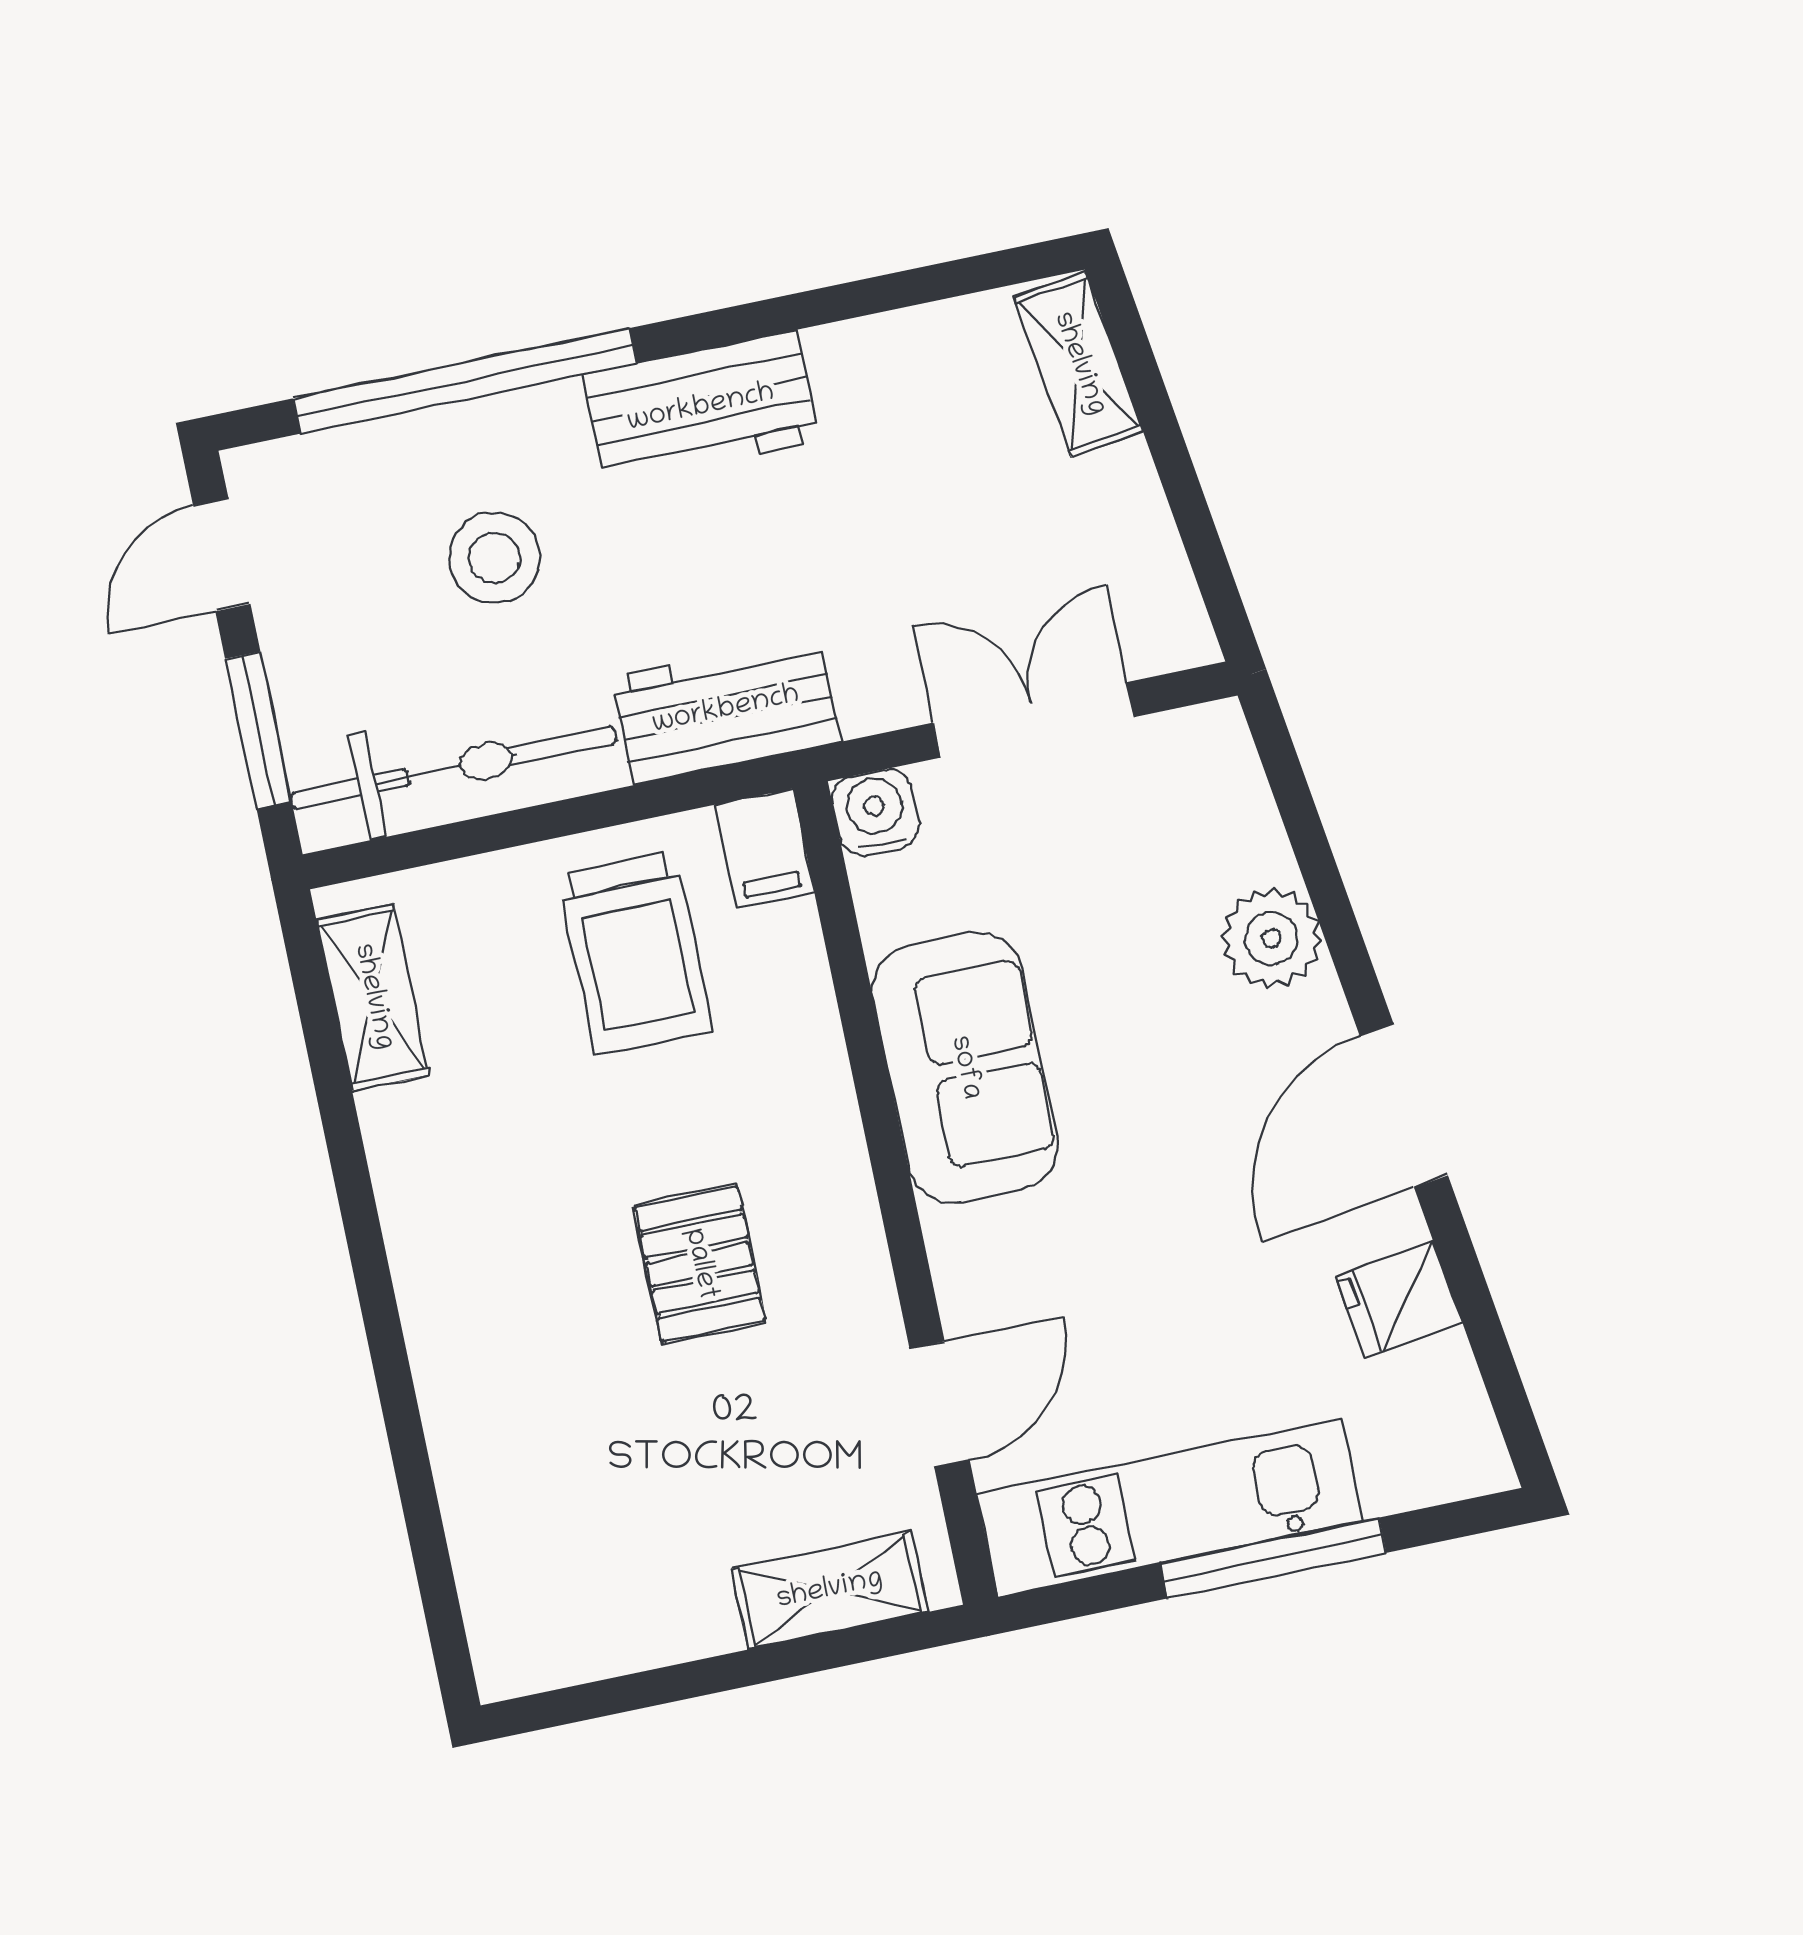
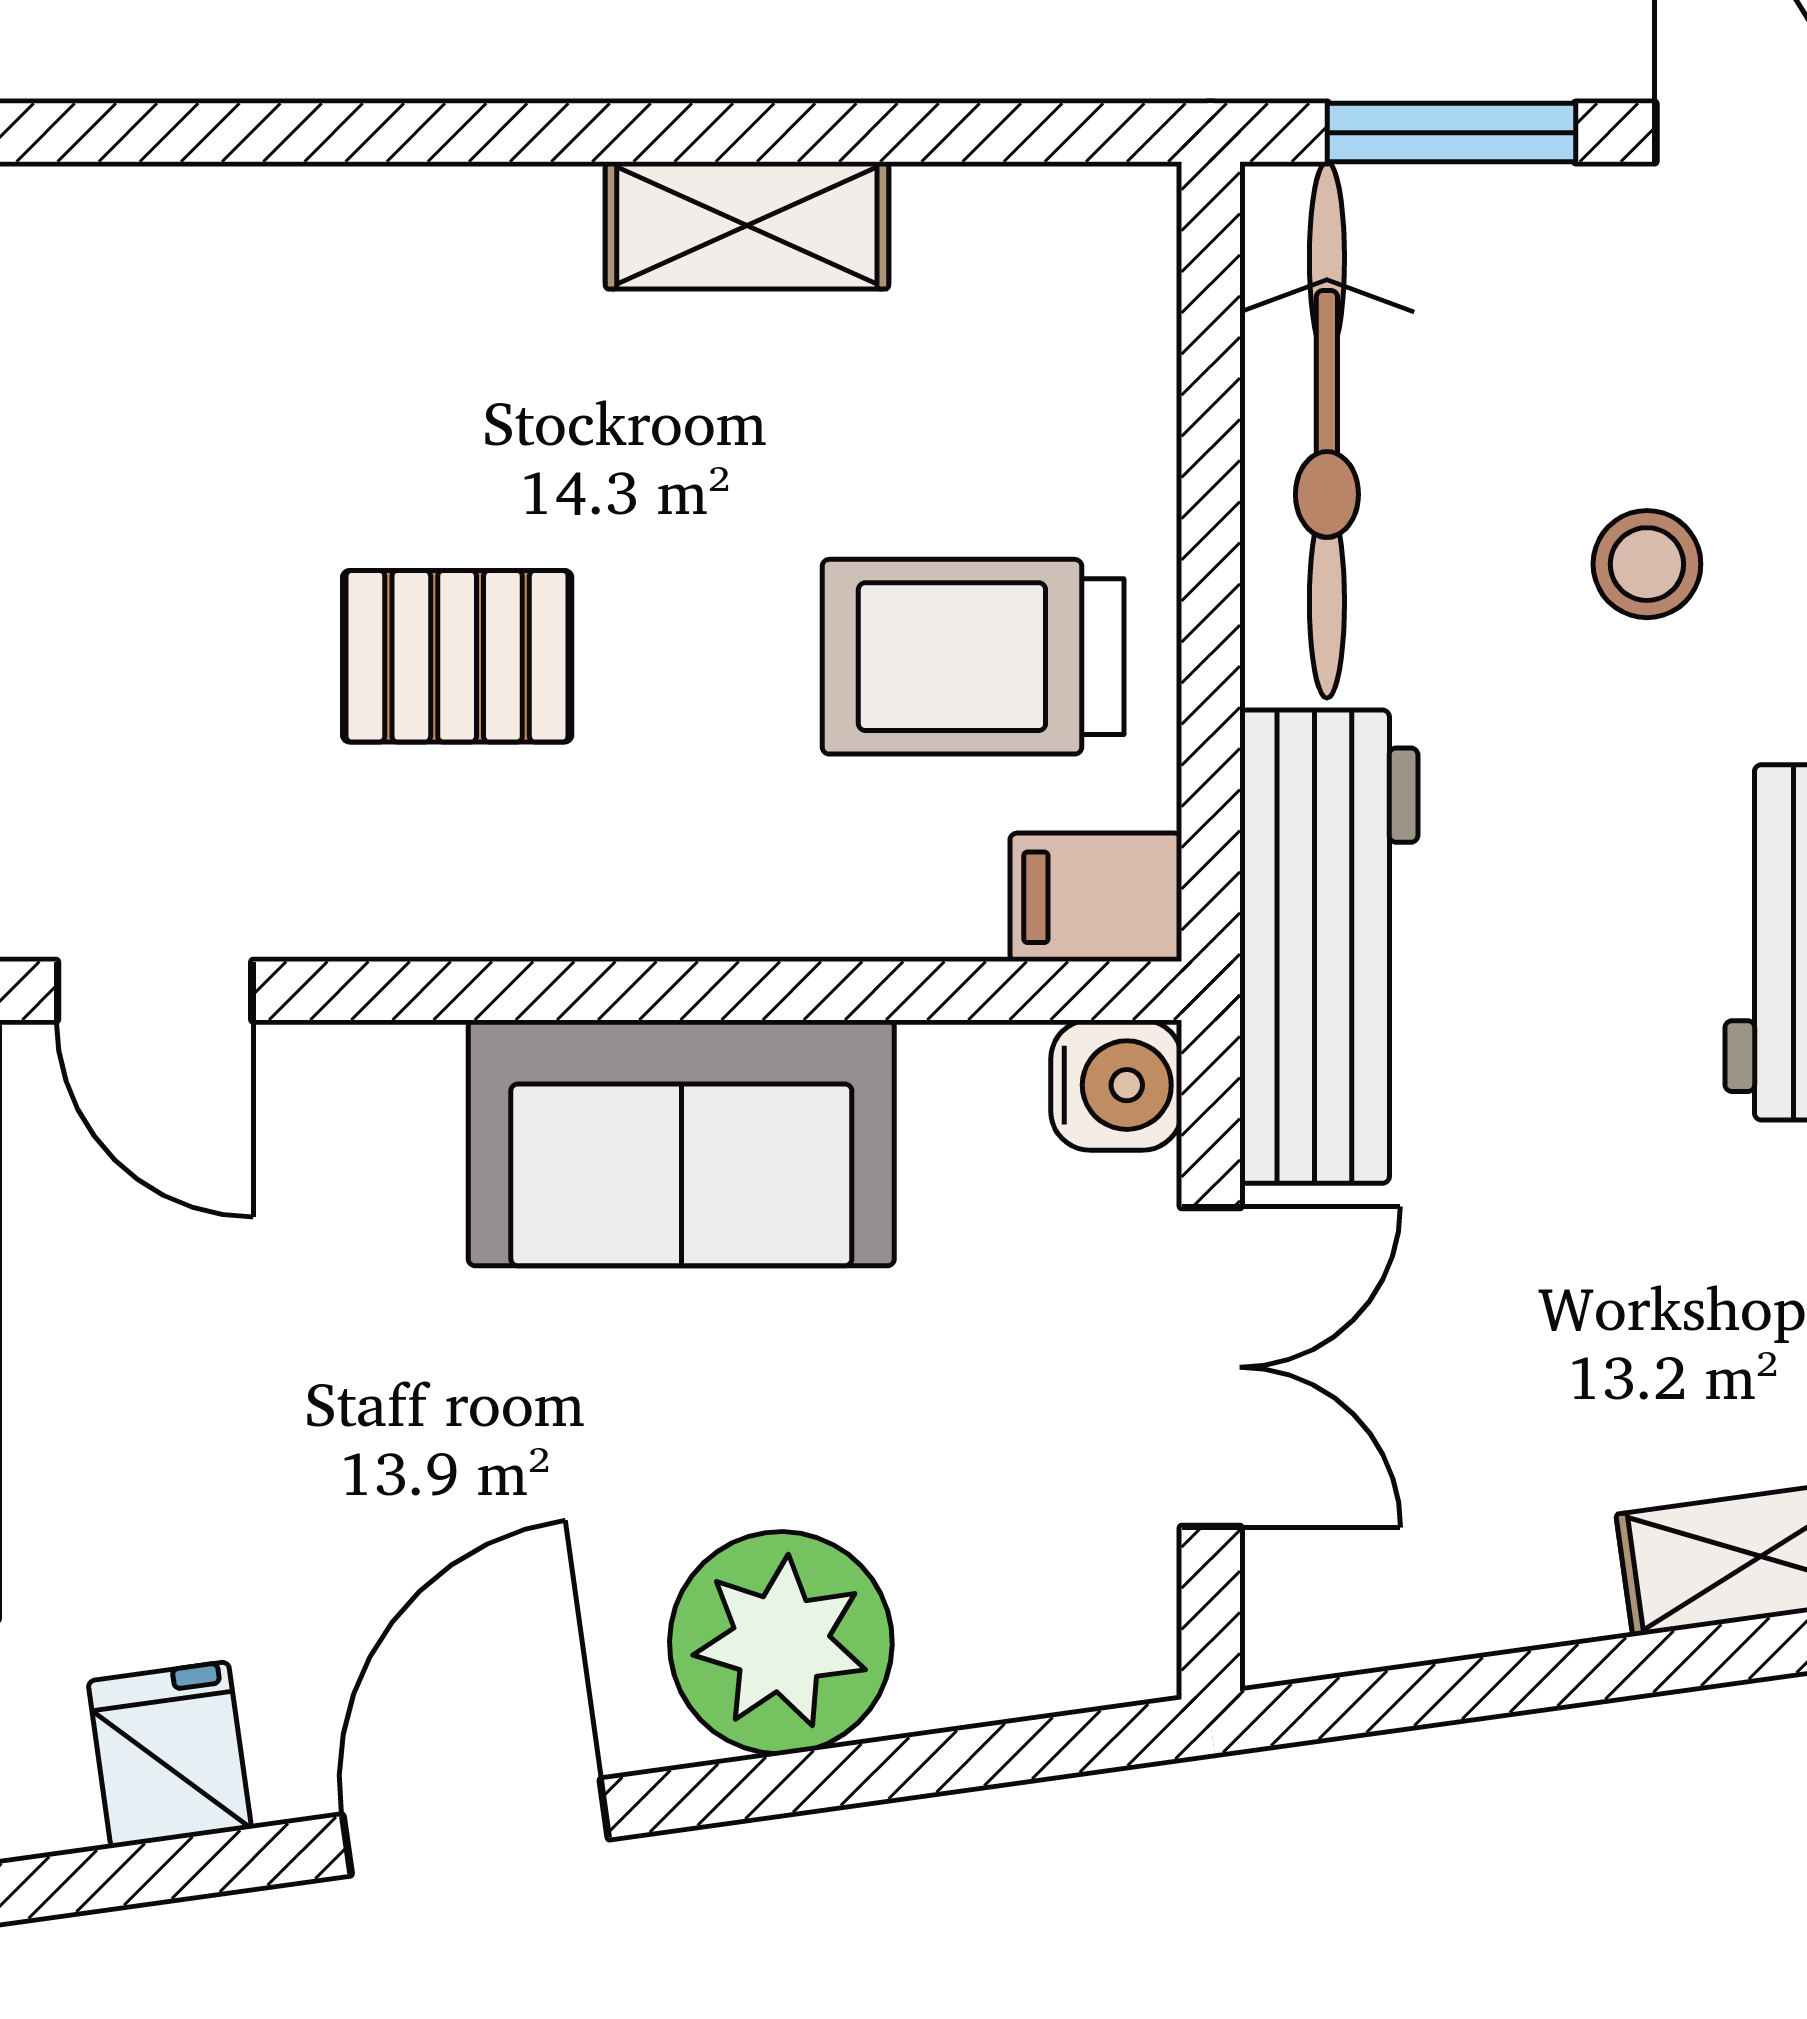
stool: (494, 558) -> (1647, 564), width x0.73, depth x0.73
workbench: (726, 710) -> (1329, 947), width x1.38
plant: (1271, 938) -> (781, 1643), width x1.36, depth x1.36
shelving: (373, 997) -> (747, 225), moved
door: (1404, 1105) -> (476, 1827), hinge flipped

